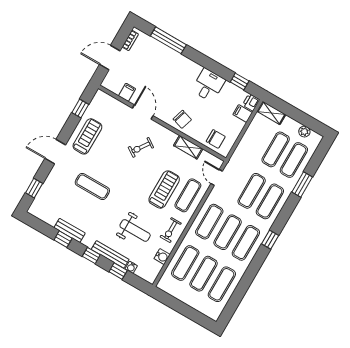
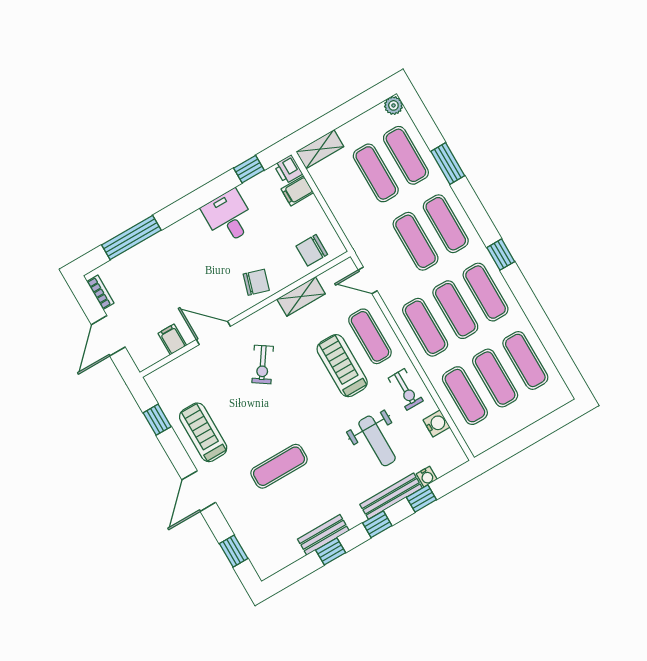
plant: (304, 132) -> (393, 105), moved
chair: (216, 139) -> (312, 250), turned 180
weight bench: (135, 230) -> (377, 441), turned 90

